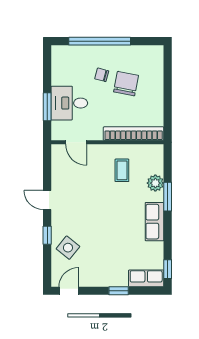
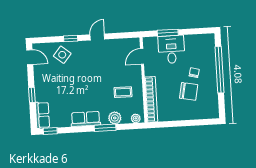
plant: (158, 155) -> (136, 118), added

